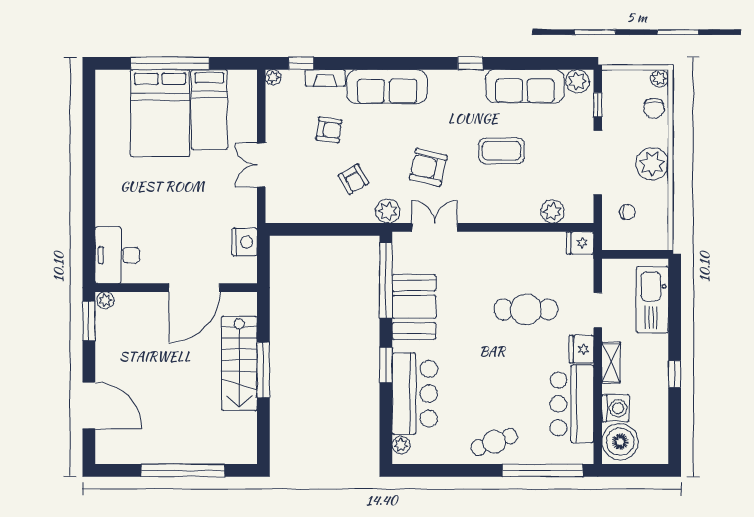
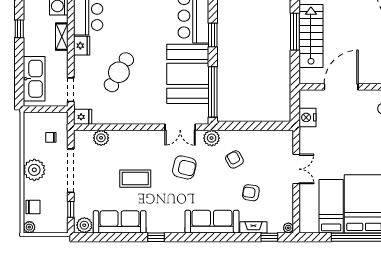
chair: (654, 108) -> (33, 207), turned 90
booth: (414, 307) -> (188, 74), width x1.36, depth x1.42
cafe table: (526, 309) -> (119, 72), turned -60
doorway: (598, 310) -> (71, 90), moved

